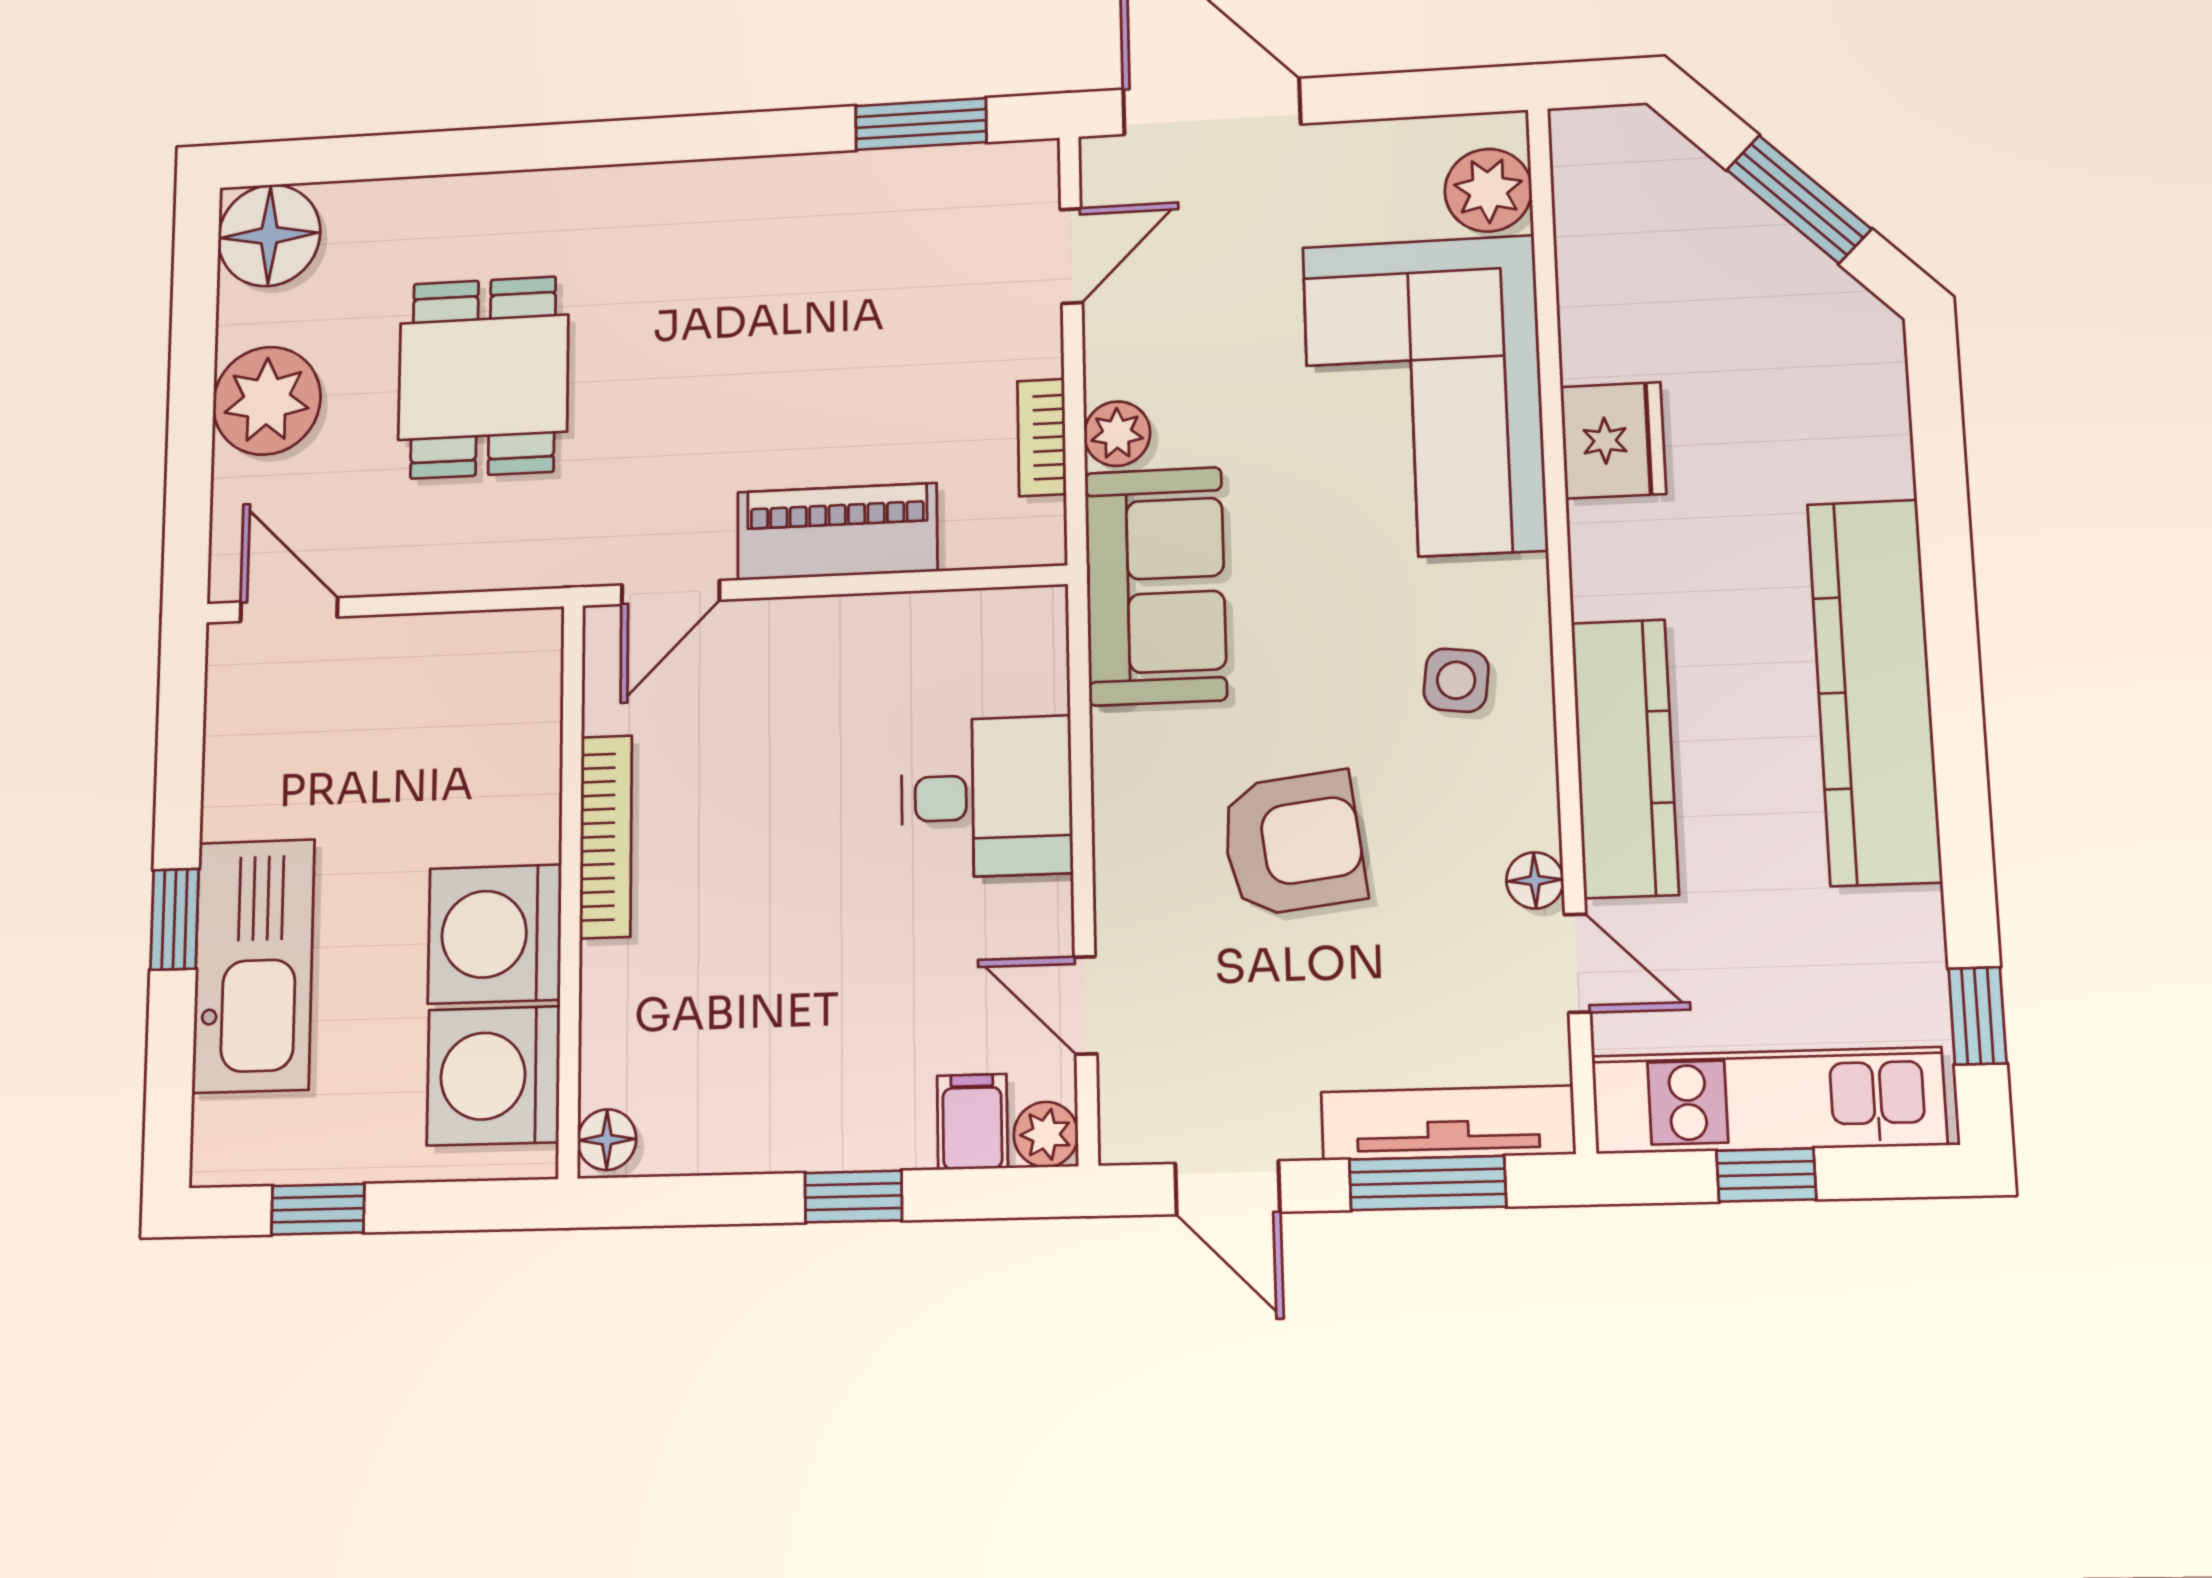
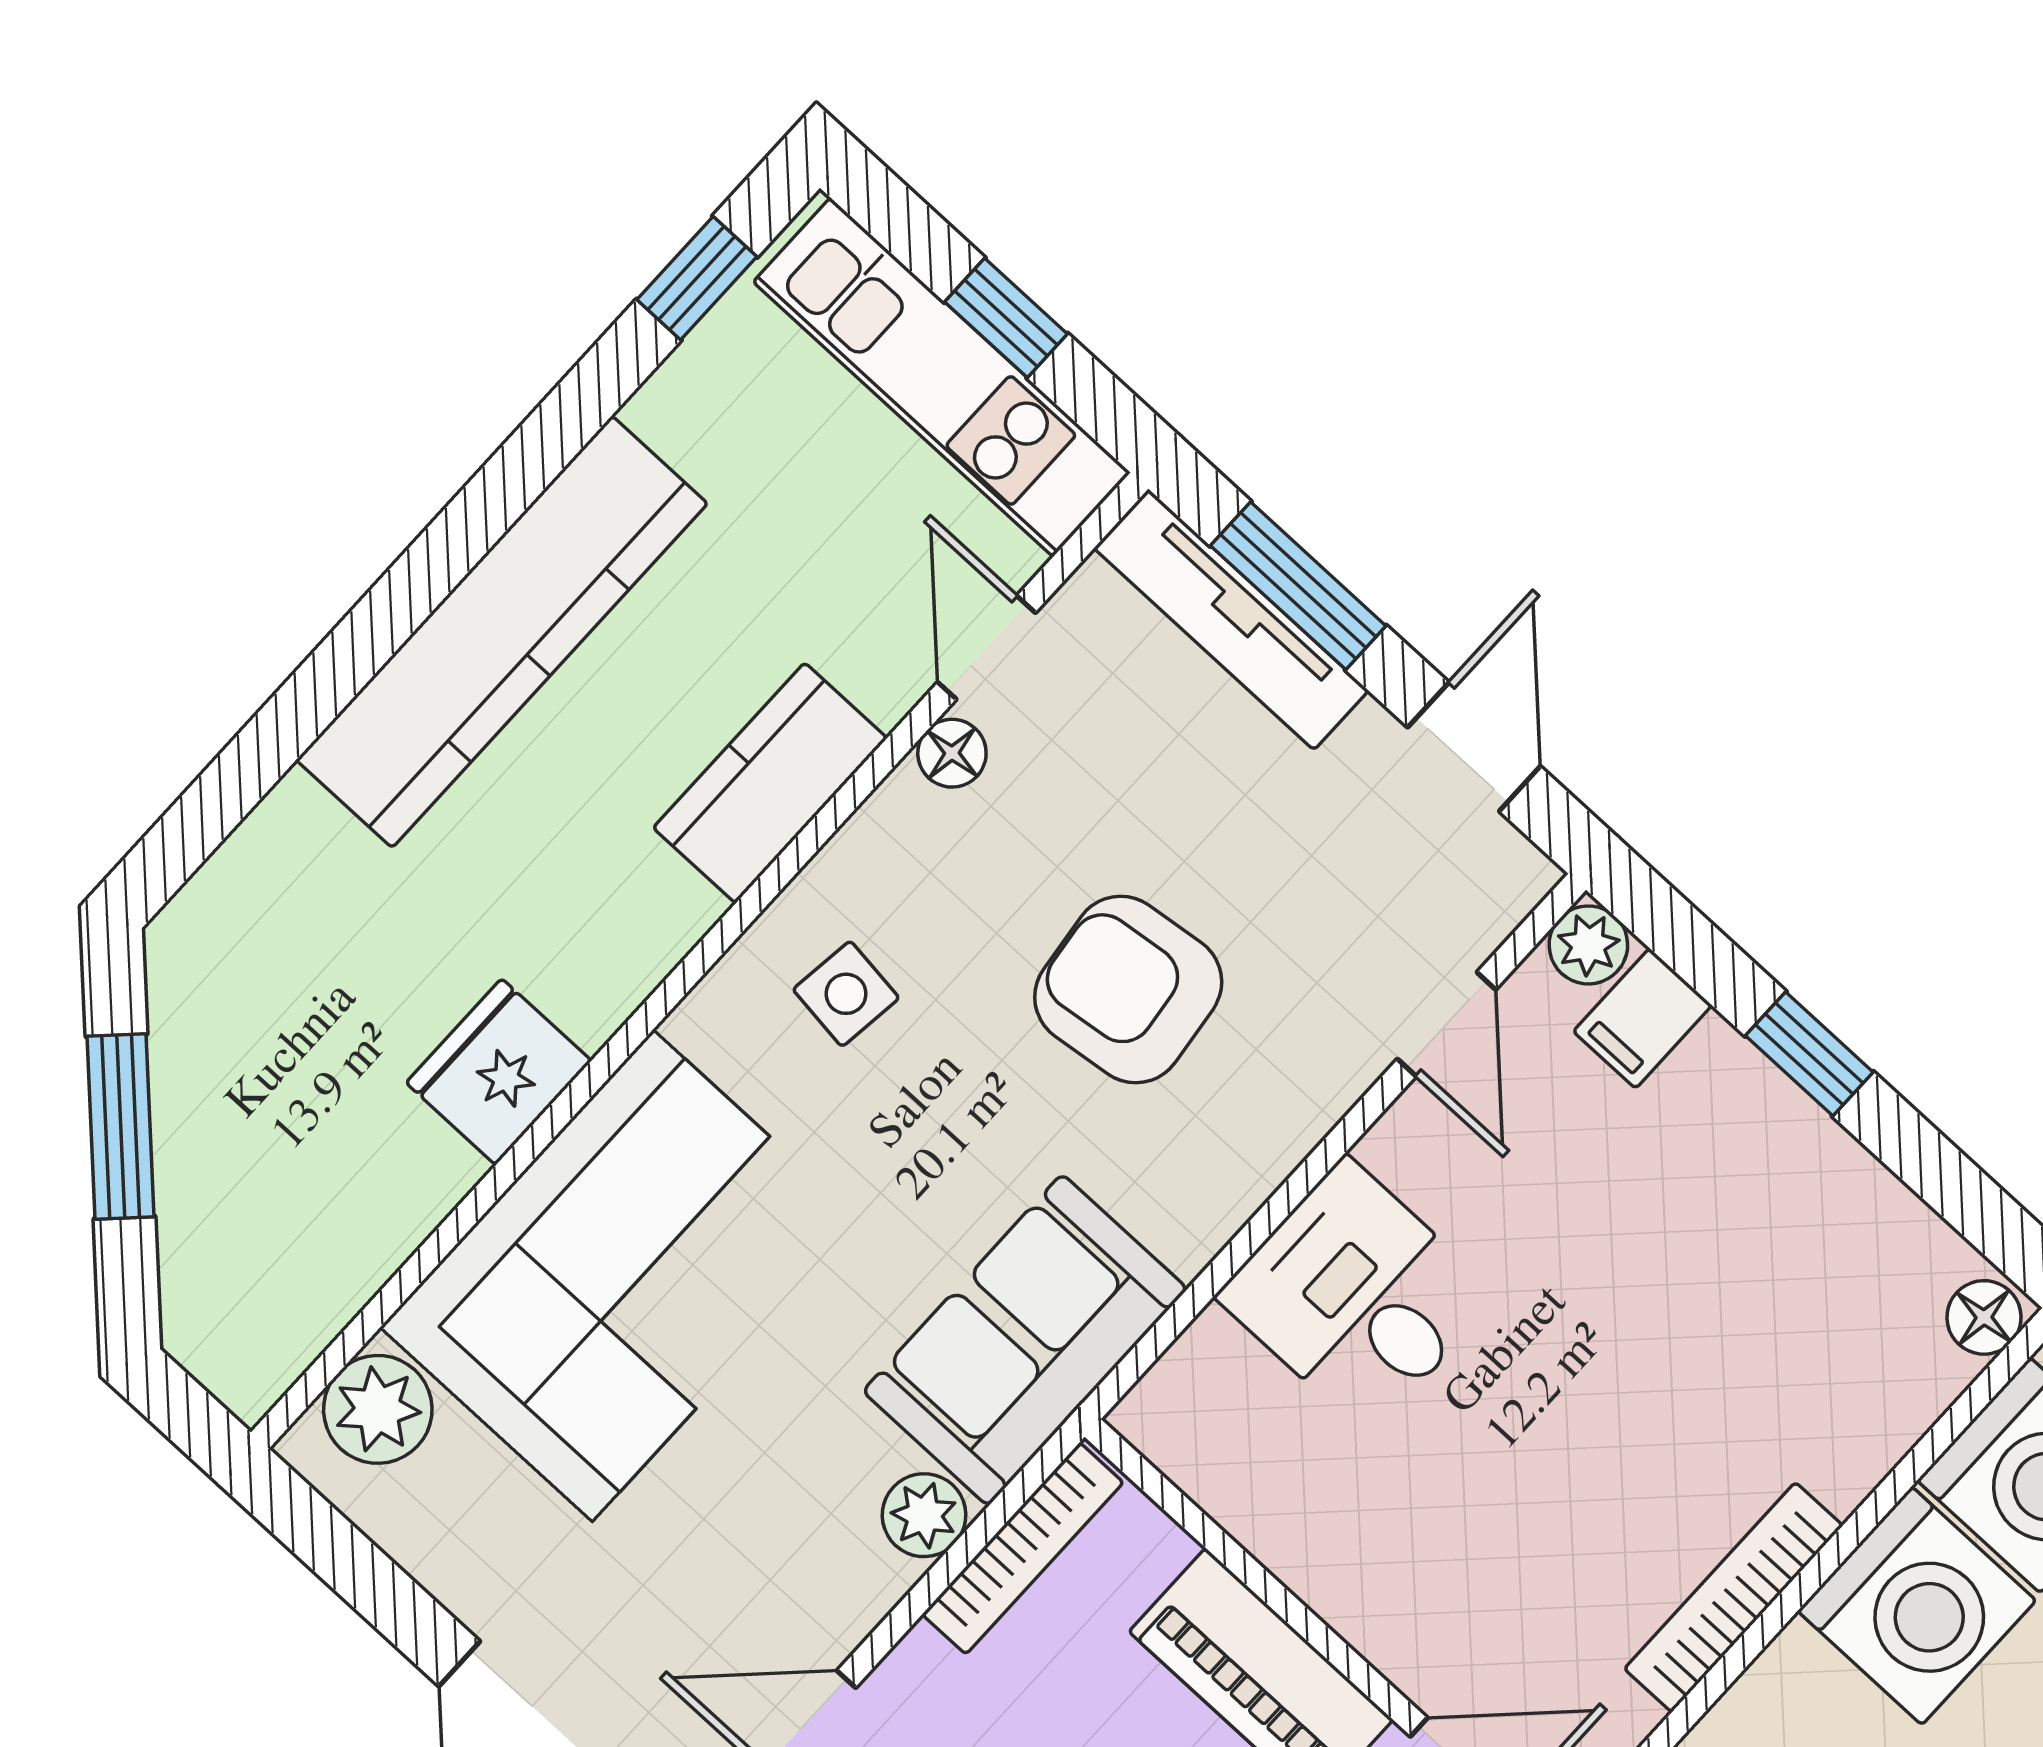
bookcase: (1042, 438) -> (1023, 1548), width x1.56
kitchen counter: (1625, 758) -> (770, 783), width x0.67

